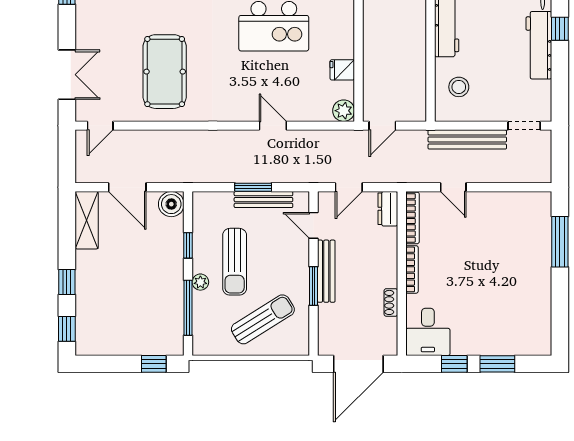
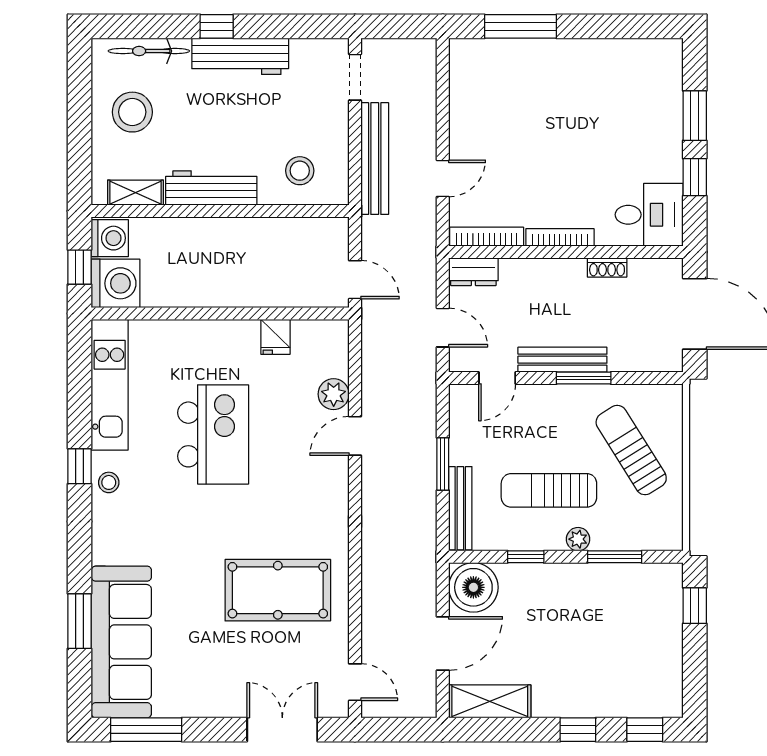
plant: (344, 111) -> (334, 394), moved
bench: (263, 200) -> (460, 508), moved
boiler: (171, 204) -> (473, 587), width x1.37, depth x1.37
sun lounger: (235, 262) -> (549, 490), turned 180
window: (188, 308) -> (615, 557), width x0.69

